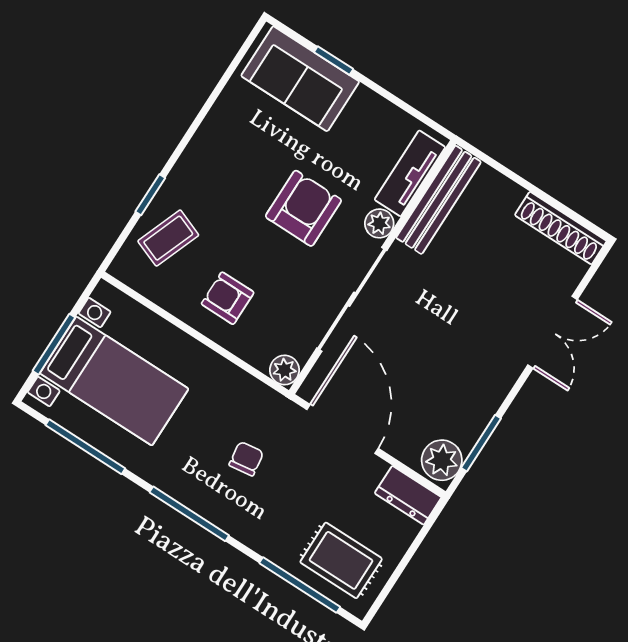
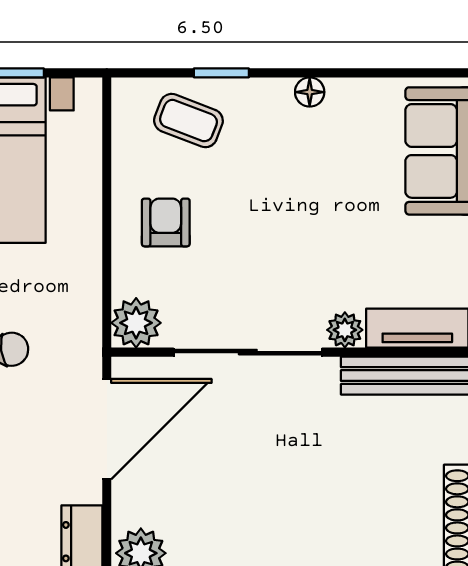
floor lamp: (202, 143) -> (310, 92), added
armchair: (303, 208) -> (310, 241), removed
plant: (285, 370) -> (136, 323), width x1.38, depth x1.38

